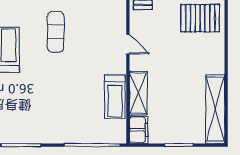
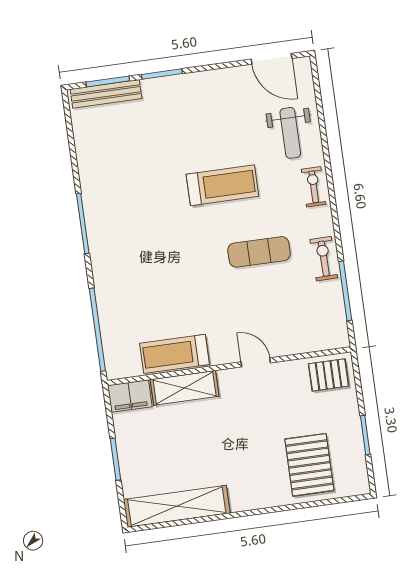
door: (128, 44) -> (256, 362), swing flipped

